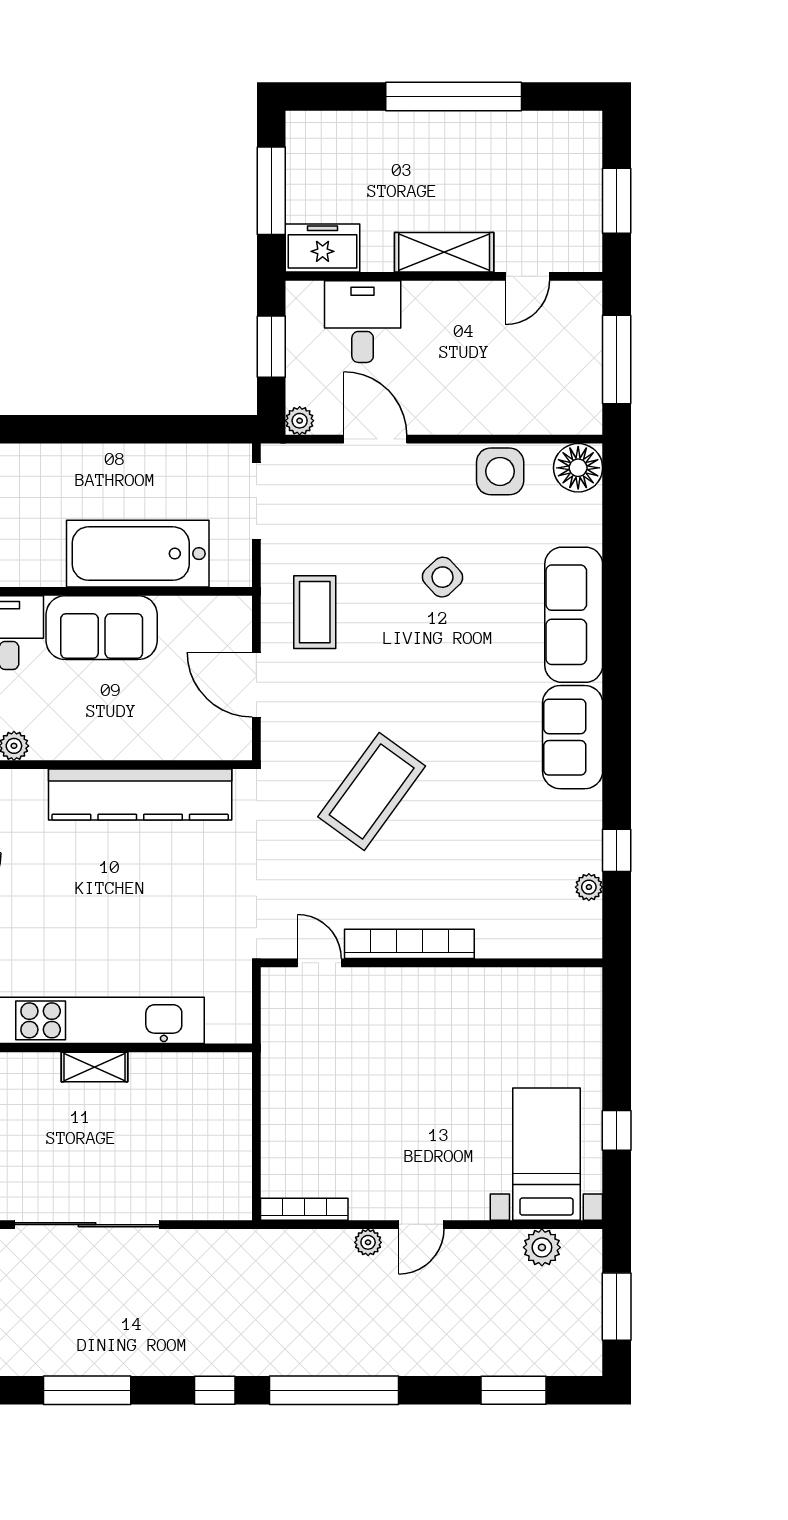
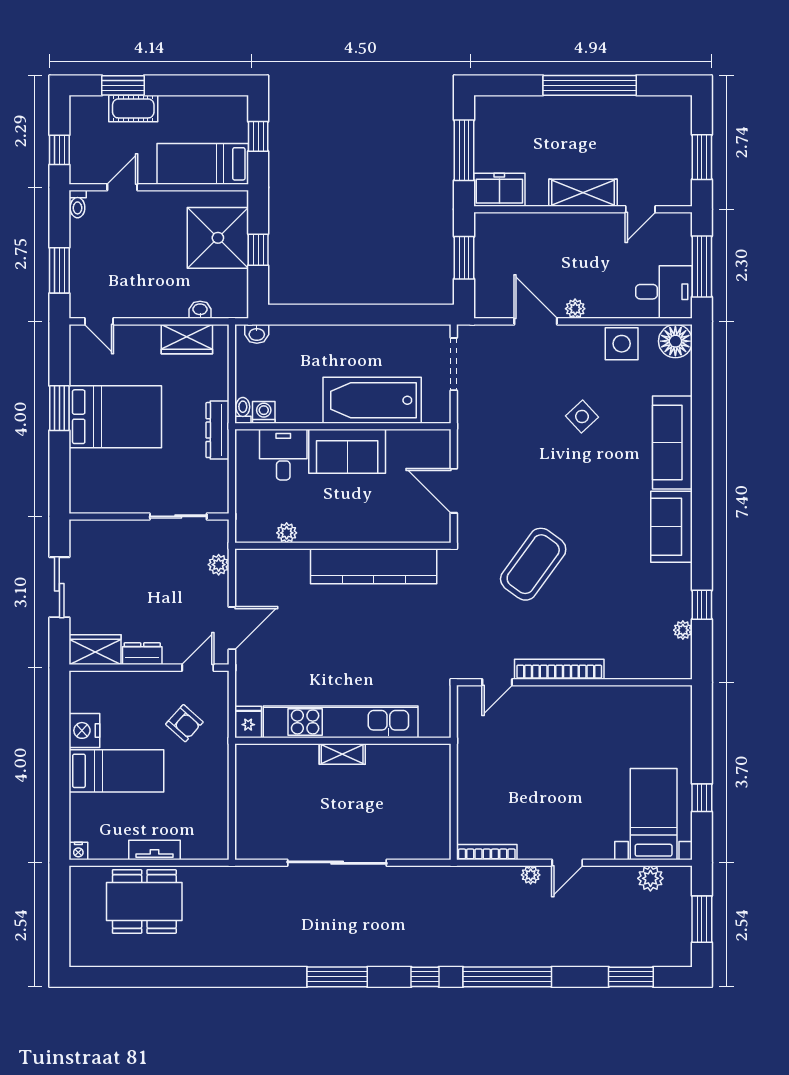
desk: (363, 322) -> (664, 292), moved, turned 90
plant: (300, 421) -> (575, 309), moved
coffee table: (315, 612) -> (494, 441), removed
door: (319, 963) -> (497, 682), swing flipped

